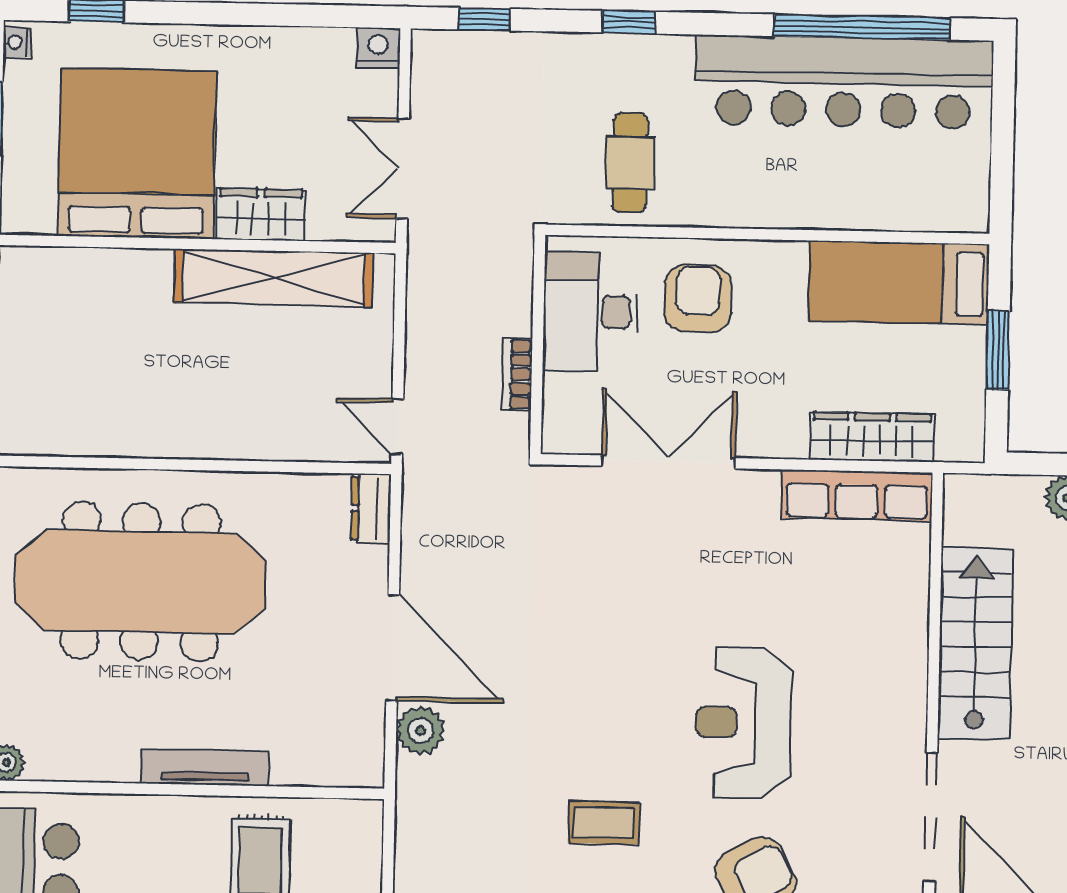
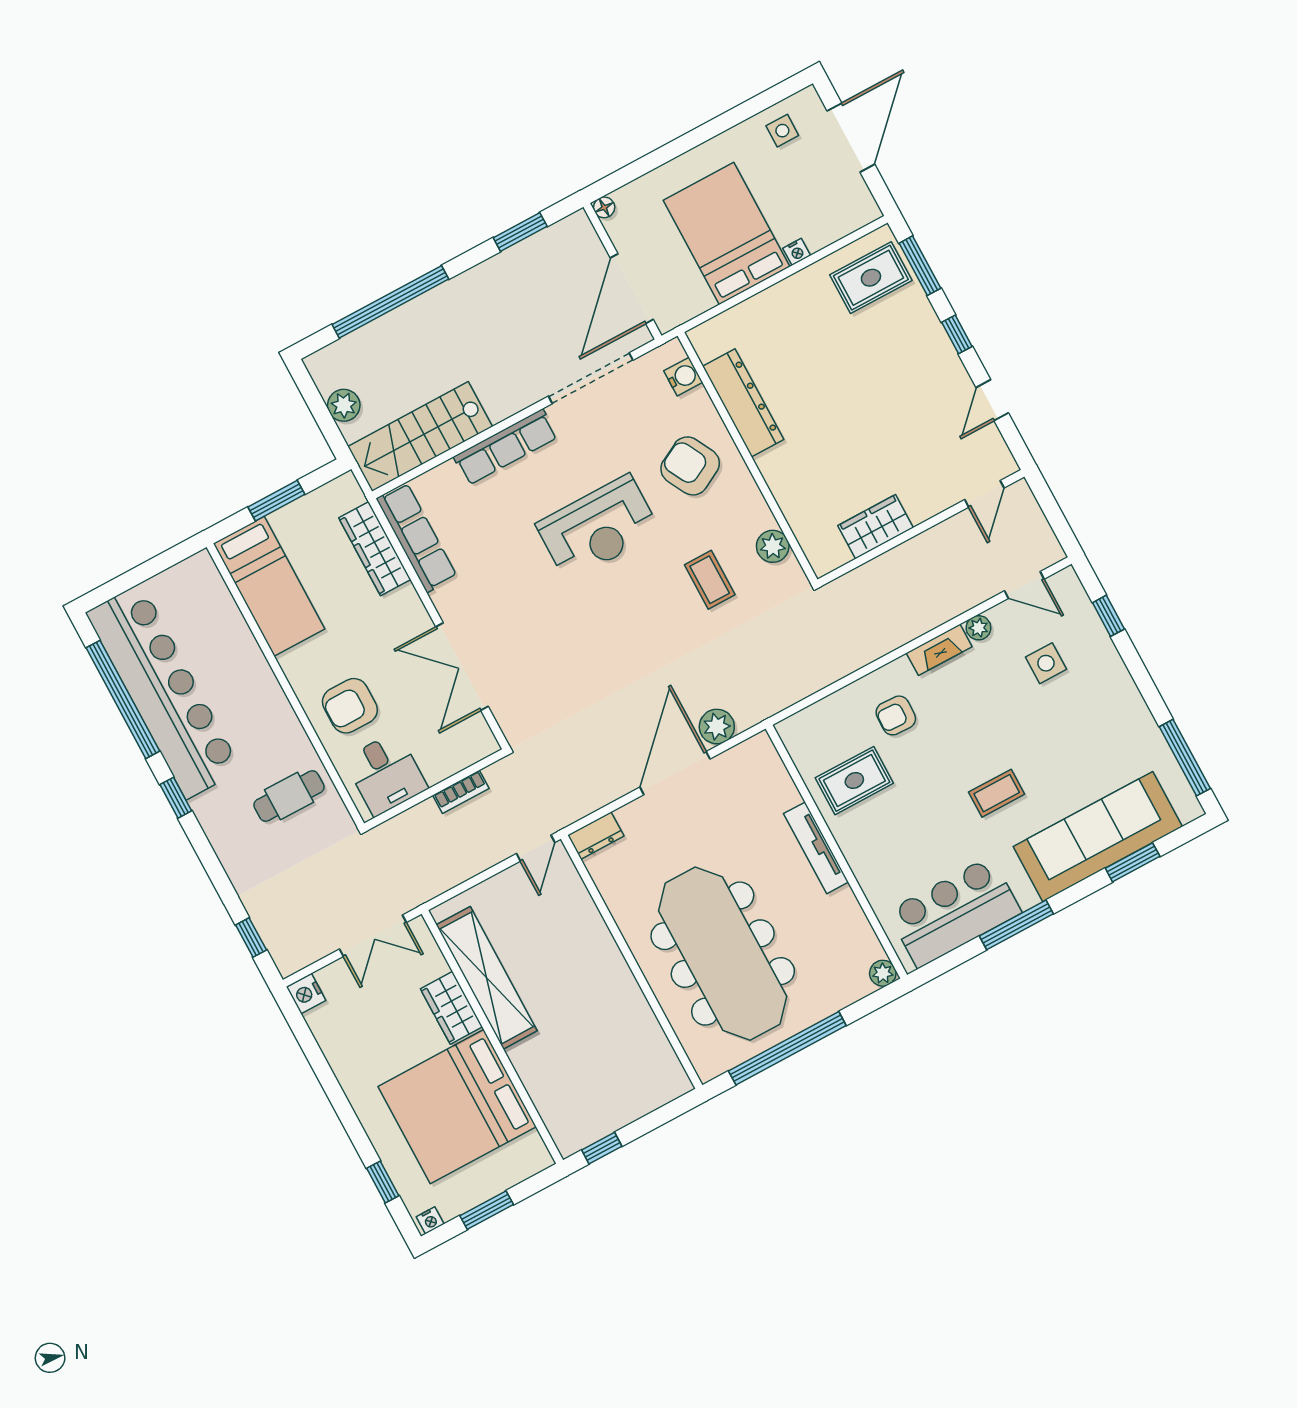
window: (629, 22) -> (176, 798), moved
desk: (590, 312) -> (386, 774), width x0.73
stairs: (975, 643) -> (420, 437), moved
row of seats: (906, 666) -> (506, 447), added

